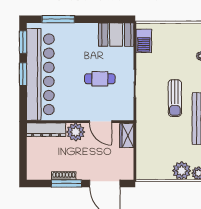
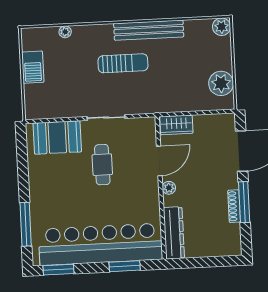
booth: (116, 35) -> (57, 137), moved, turned 90
barbecue: (144, 41) -> (33, 67), moved, turned 90
window: (23, 74) -> (125, 266), moved
plant: (76, 132) -> (169, 188), width x0.53, depth x0.53
plant: (182, 171) -> (221, 83), moved

